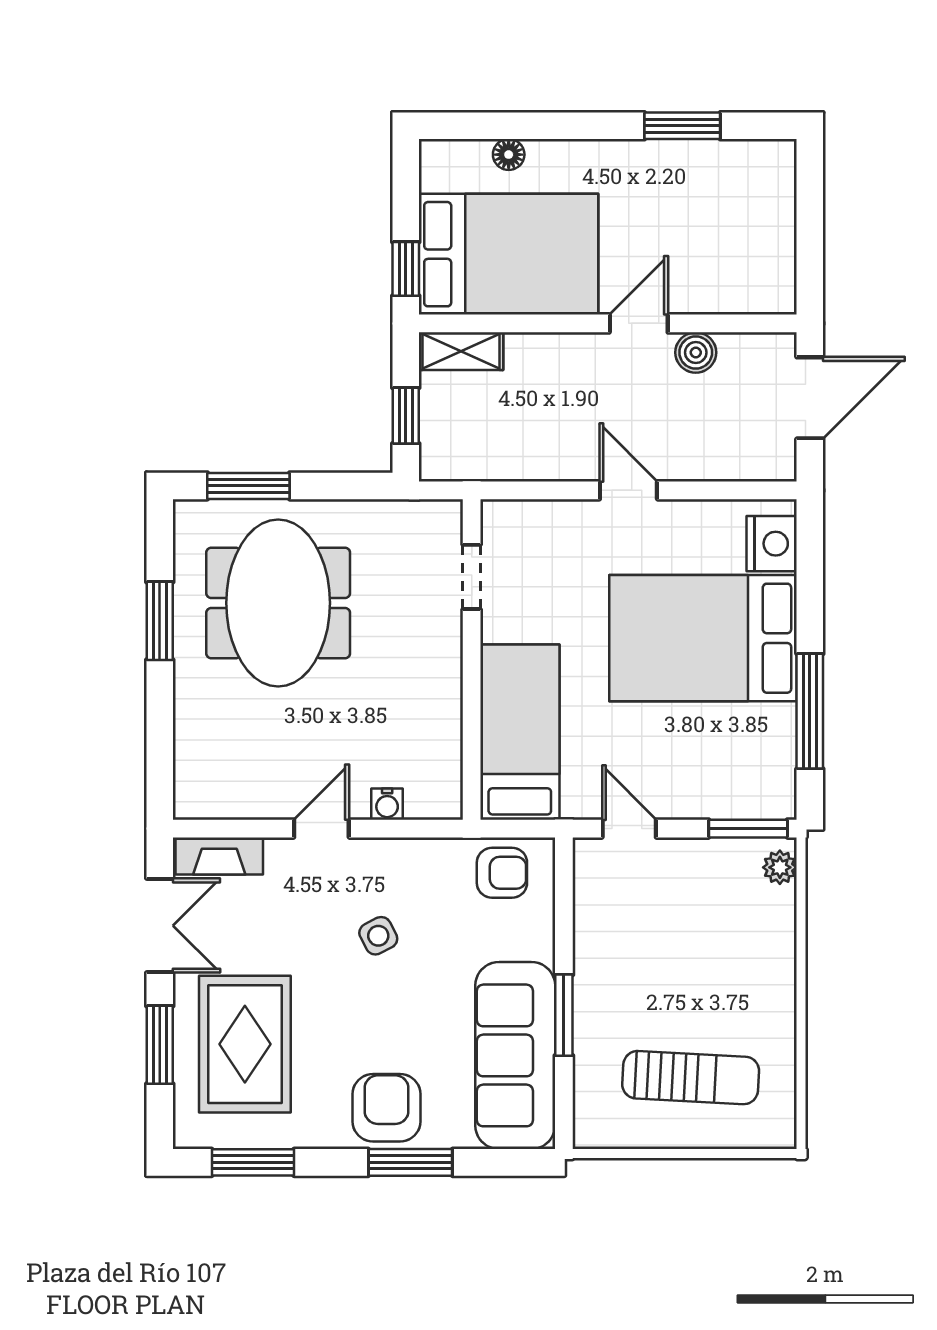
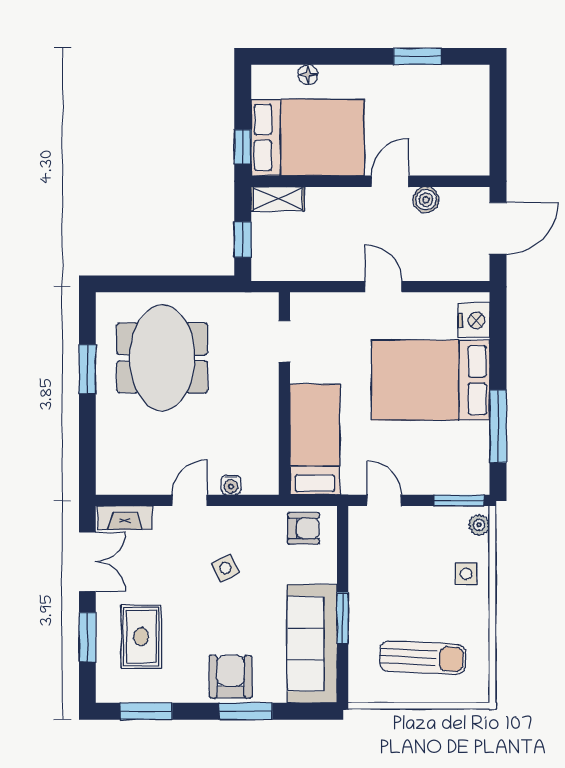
window: (248, 486) -> (143, 284), removed
side table: (759, 945) -> (466, 574), added
rug: (245, 1044) -> (141, 637), width x0.73, depth x0.70

